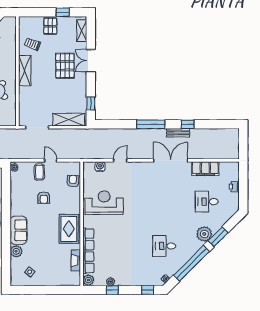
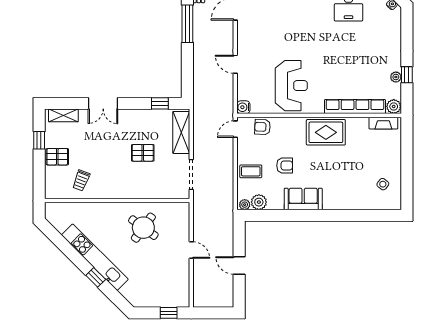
pallet: (65, 66) -> (143, 153), moved, width x0.67, depth x0.71
shelving: (25, 71) -> (116, 191), removed
door: (51, 160) -> (235, 129), moved
water cooler: (100, 167) -> (243, 107), moved
reception desk: (104, 203) -> (291, 86), turned 180
sofa: (19, 230) -> (303, 199), moved
plant: (16, 251) -> (259, 202), moved
fireplace: (76, 260) -> (383, 123), moved
window: (148, 290) -> (407, 28), removed

